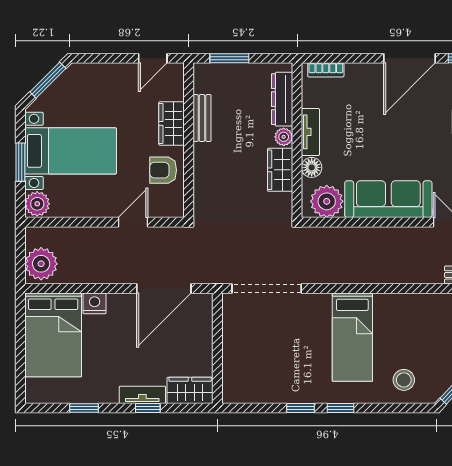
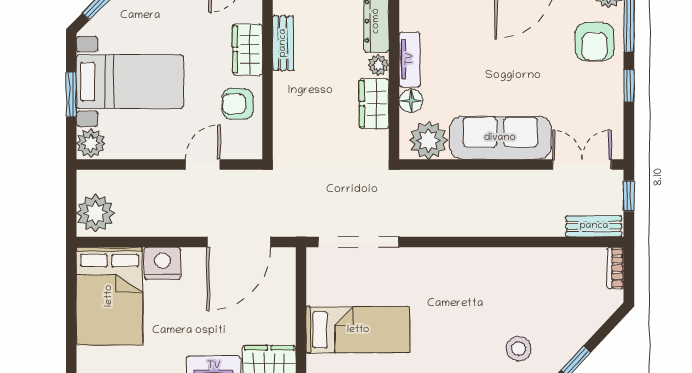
nightstand: (95, 303) -> (163, 263), width x1.36, depth x1.33
bed: (352, 337) -> (358, 330), moved, turned -90

